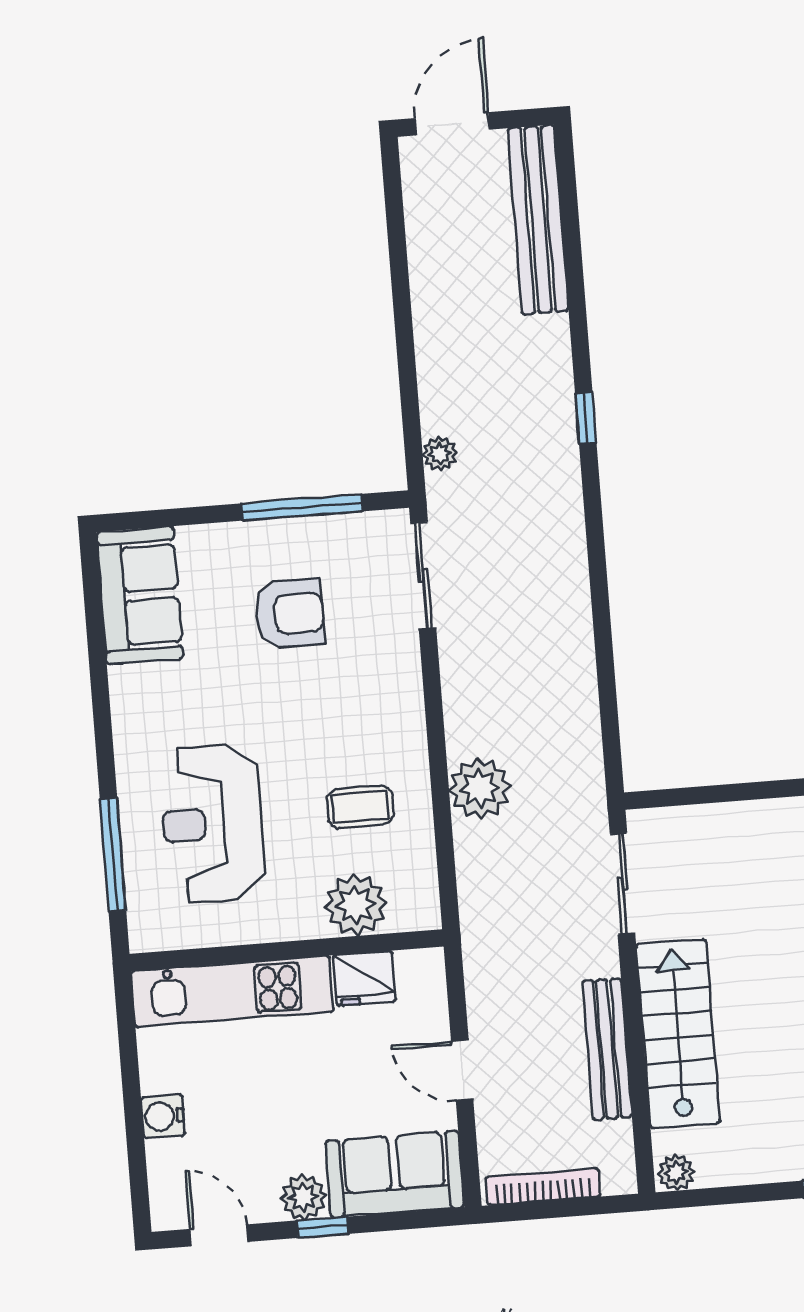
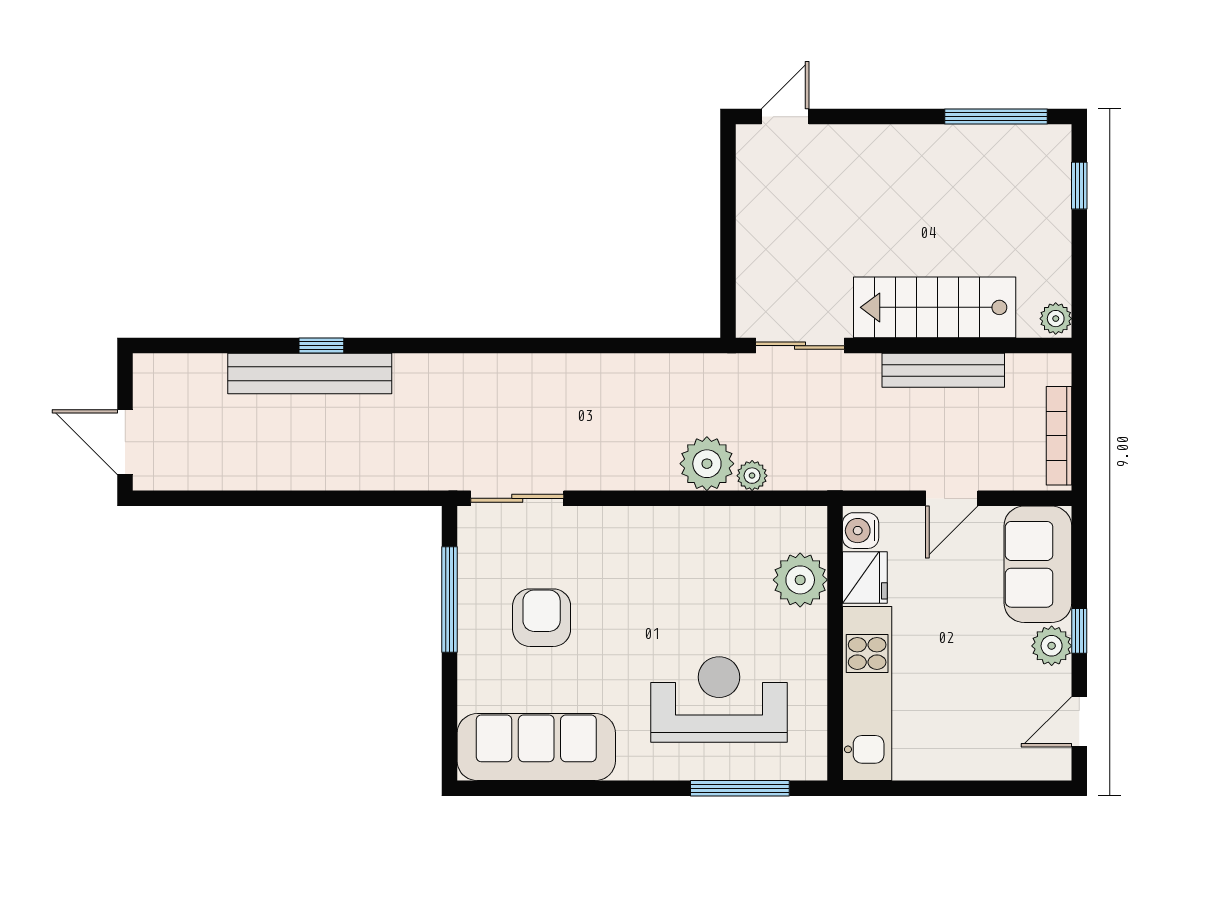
bench: (538, 220) -> (310, 374), moved
window: (586, 418) -> (321, 346), moved
plant: (440, 454) -> (752, 476), moved
sofa: (140, 595) -> (536, 747), width x1.36
coffee table: (360, 807) -> (715, 569), removed
reception desk: (212, 823) -> (719, 699), turned 180
water cooler: (163, 1116) -> (861, 531), moved, turned 90

